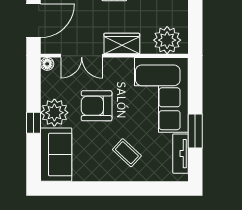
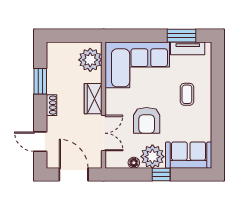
floor lamp: (47, 64) -> (134, 163), moved
window: (195, 131) -> (182, 36), moved
coffee table: (127, 153) -> (187, 94), turned -43

